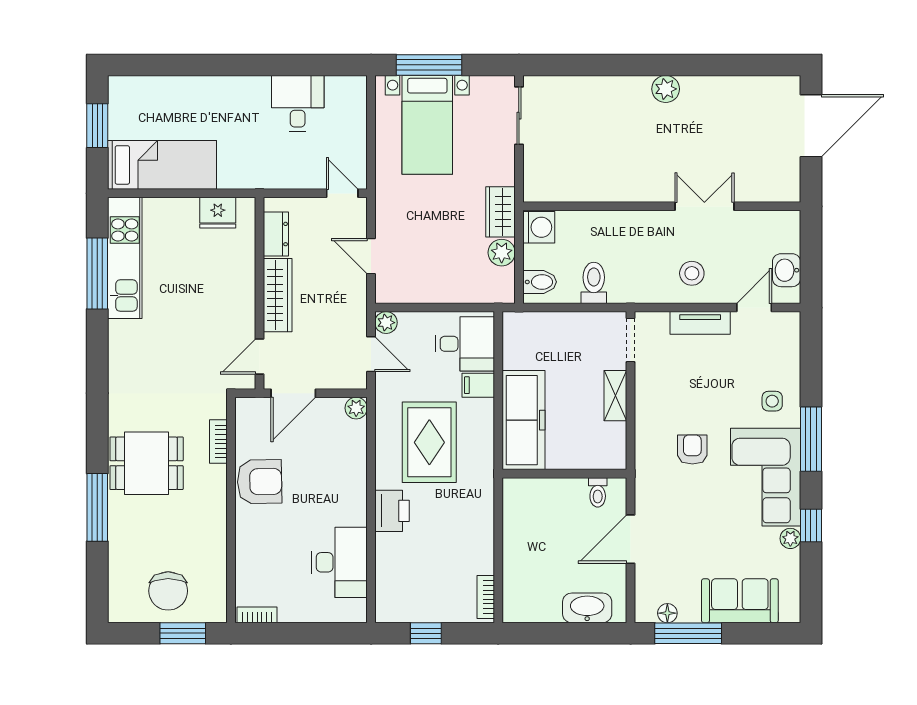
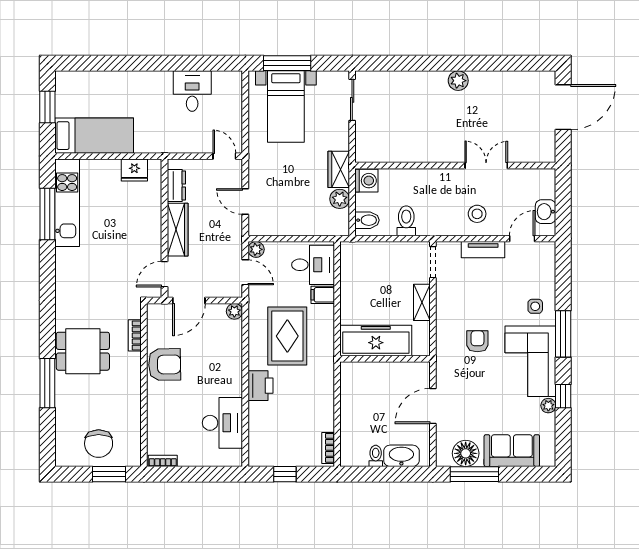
freezer: (523, 420) -> (376, 340), moved, turned -90
toilet: (598, 492) -> (376, 456), moved, turned 180
floor lamp: (667, 613) -> (466, 453), width x1.89, depth x1.89

